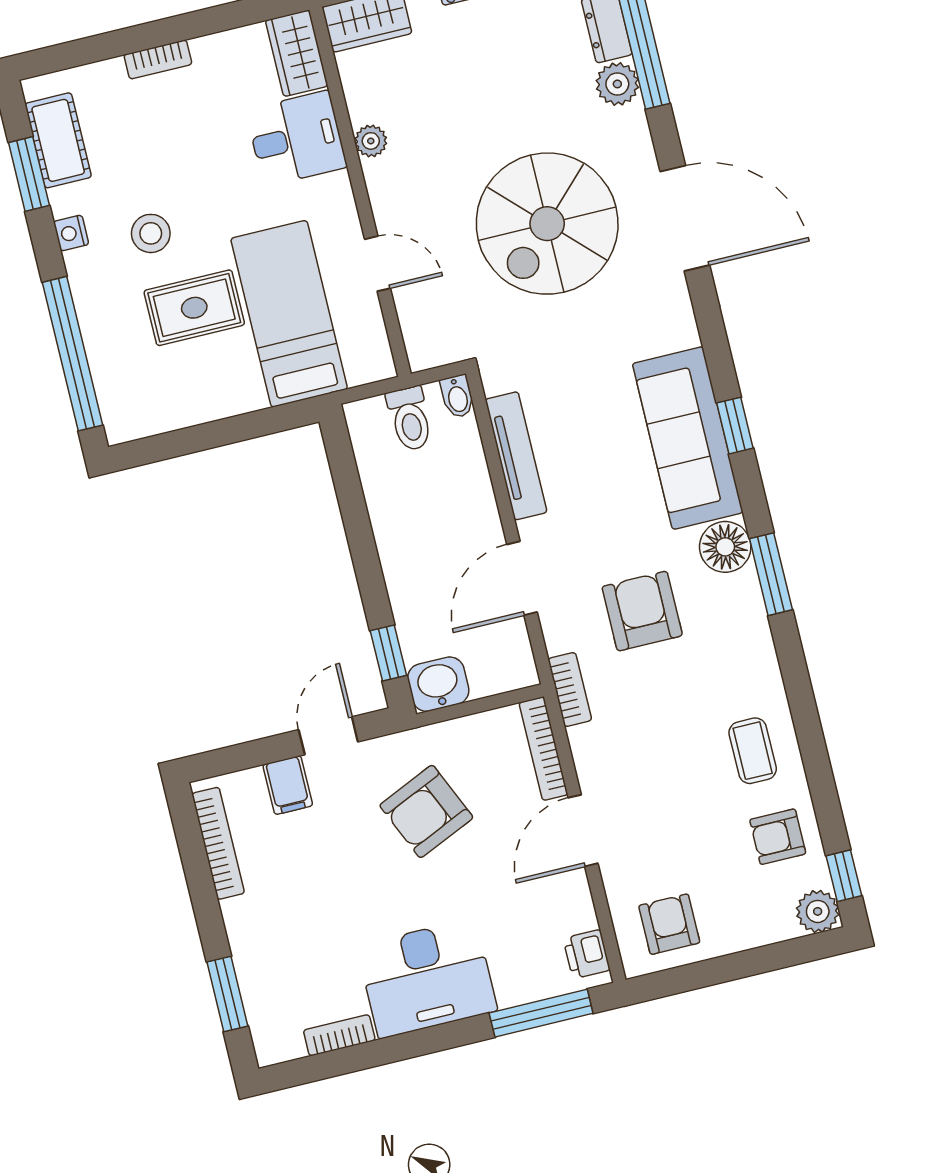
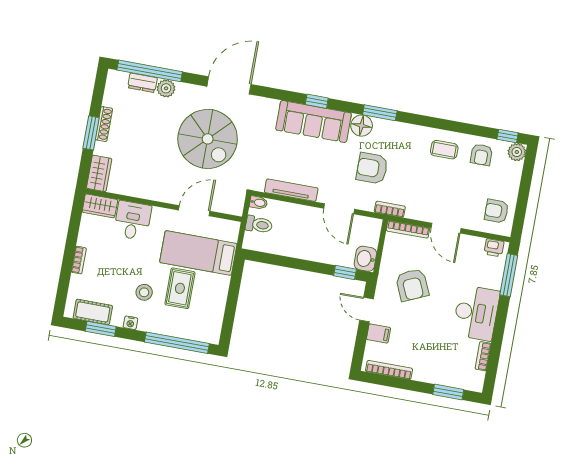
plant: (371, 141) -> (146, 192), removed
door: (378, 264) -> (194, 211), width x1.38

